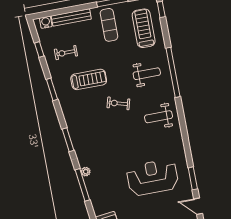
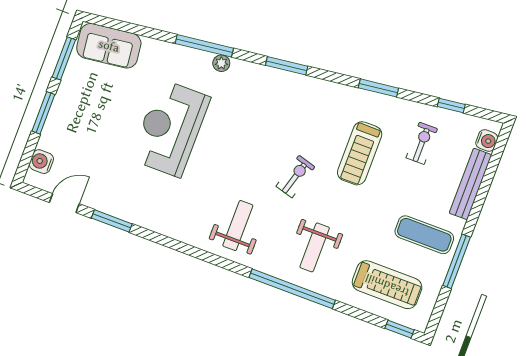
reception desk: (152, 177) -> (170, 128), moved, turned 180

